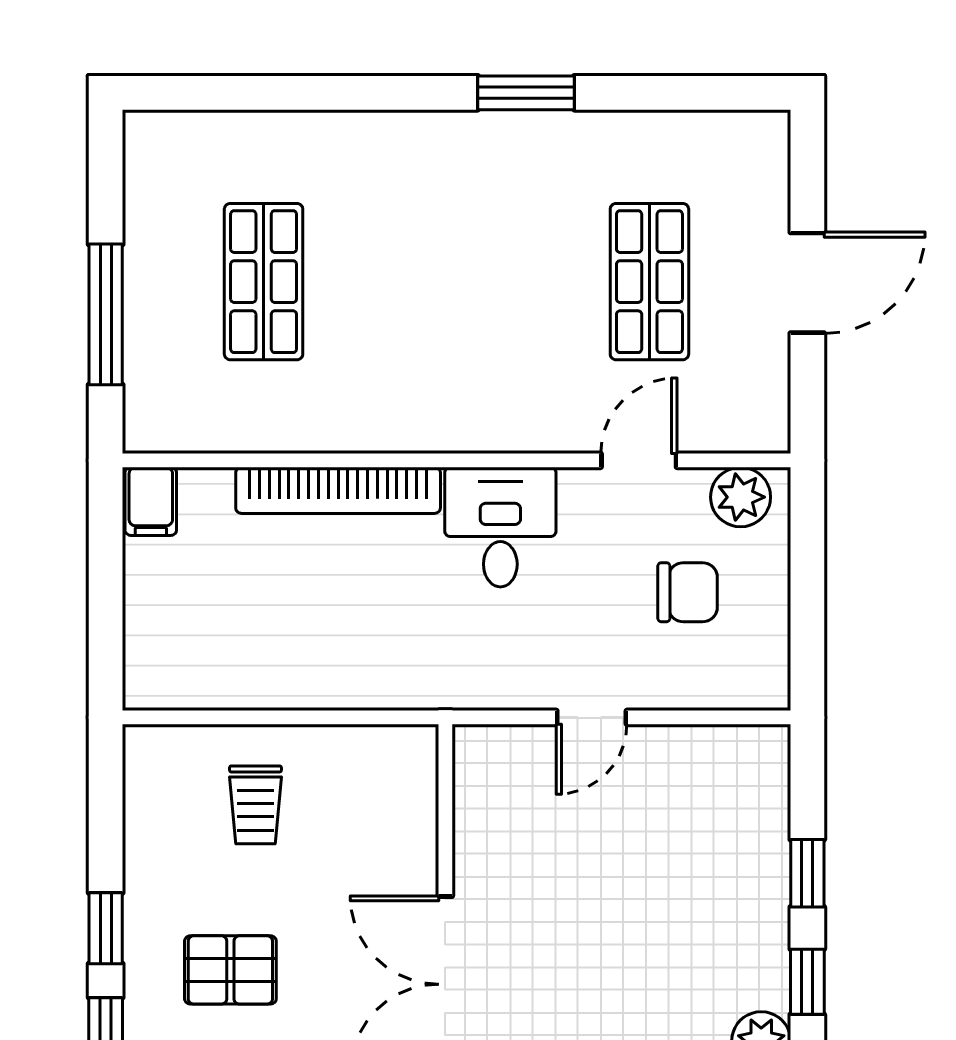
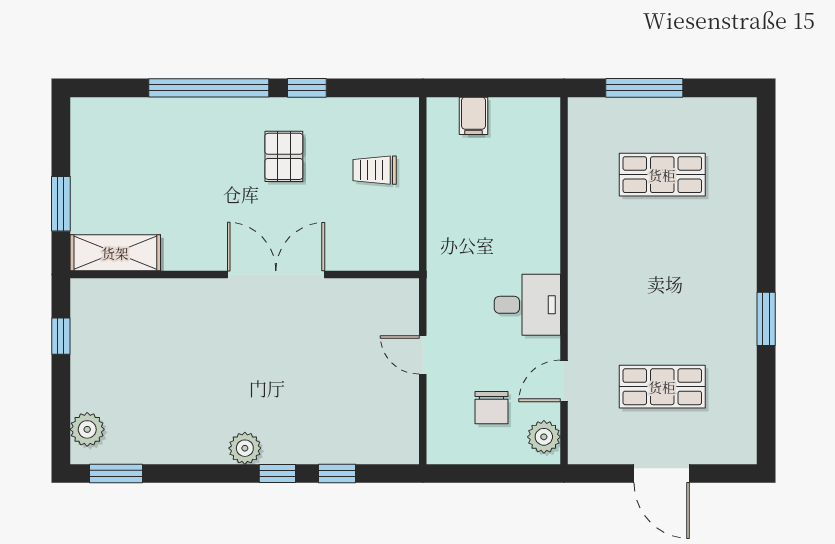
door: (639, 460) -> (564, 381), swing flipped
bookcase: (338, 490) -> (548, 216), removed
filing cabinet: (151, 501) -> (474, 116), moved, turned -90

